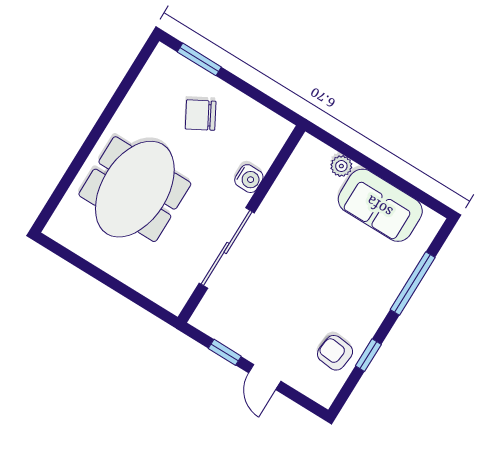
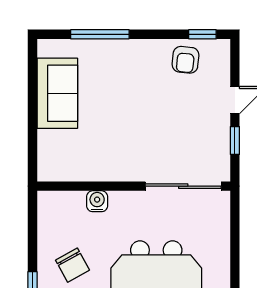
plant: (341, 166) -> (46, 139), removed
sliding door: (227, 248) -> (183, 186), moved
window: (368, 355) -> (202, 34), moved

